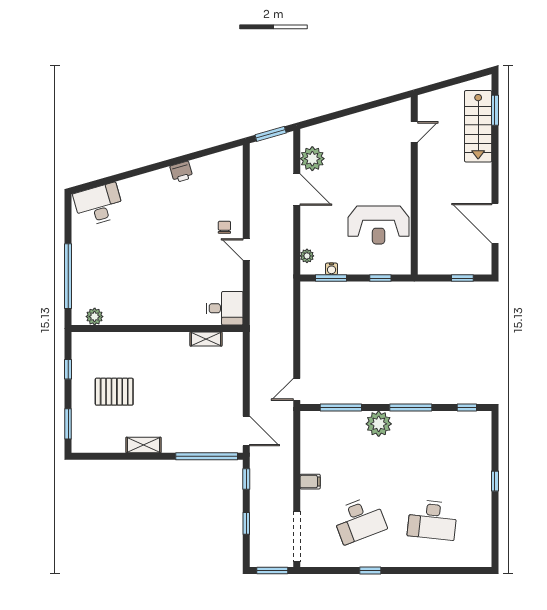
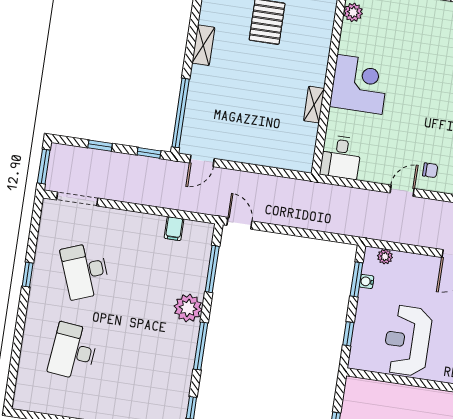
corner desk: (157, 301) -> (359, 84), added
shelving: (206, 339) -> (314, 105), moved
door: (246, 431) -> (202, 161), width x0.73
filing cabinet: (310, 482) -> (174, 229), moved
doorway: (297, 536) -> (77, 199), width x0.73

